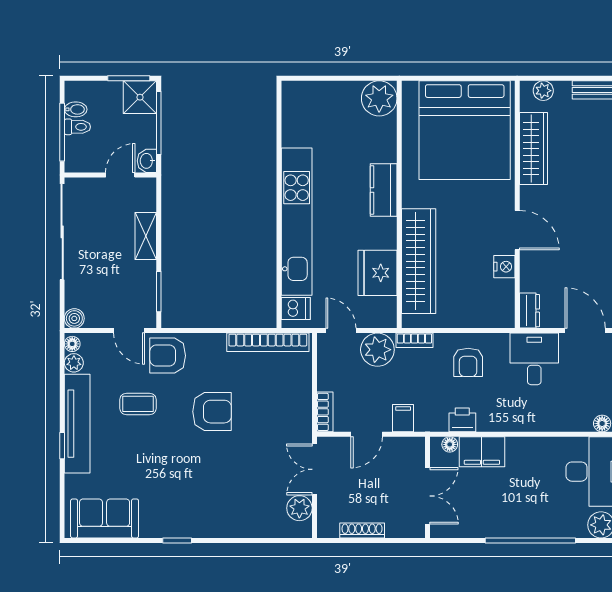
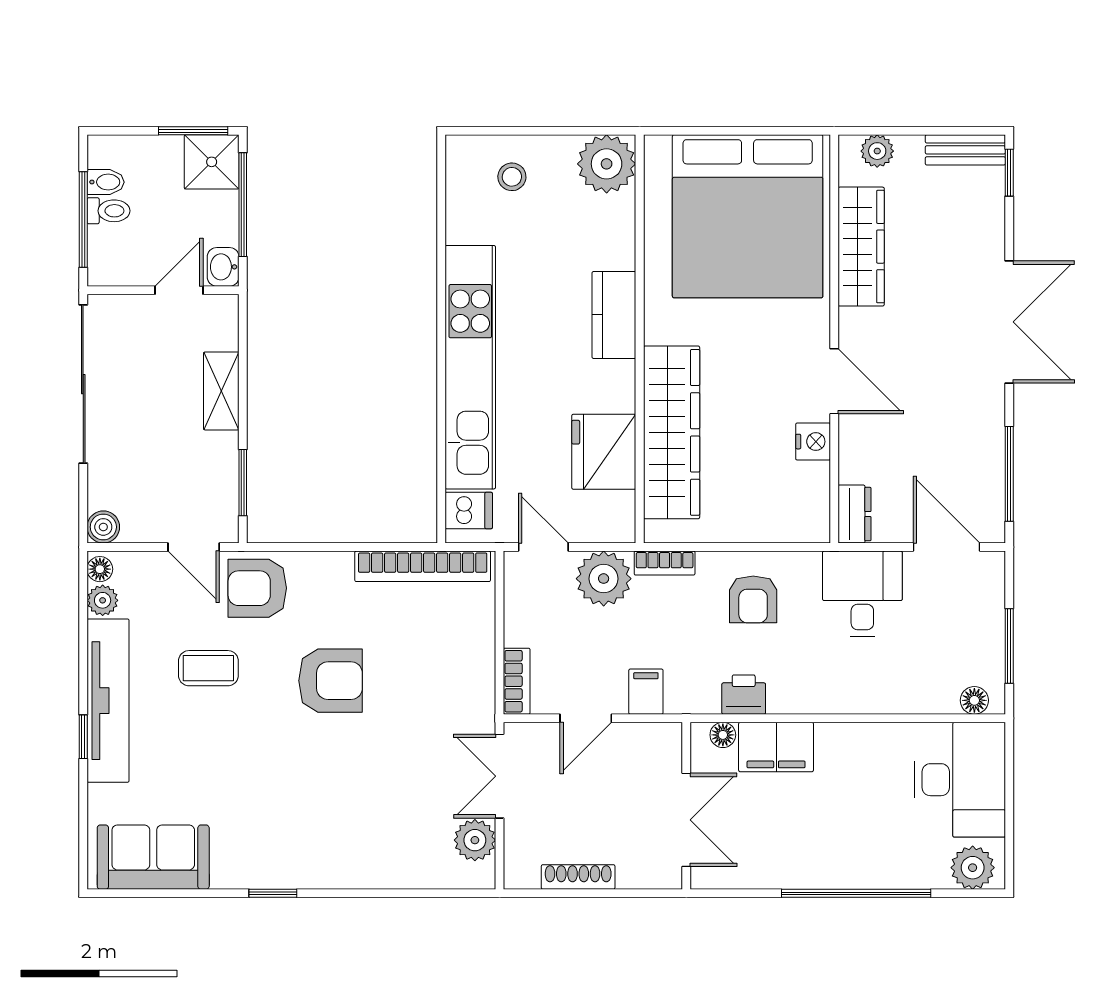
stool: (322, 106) -> (512, 177), added

